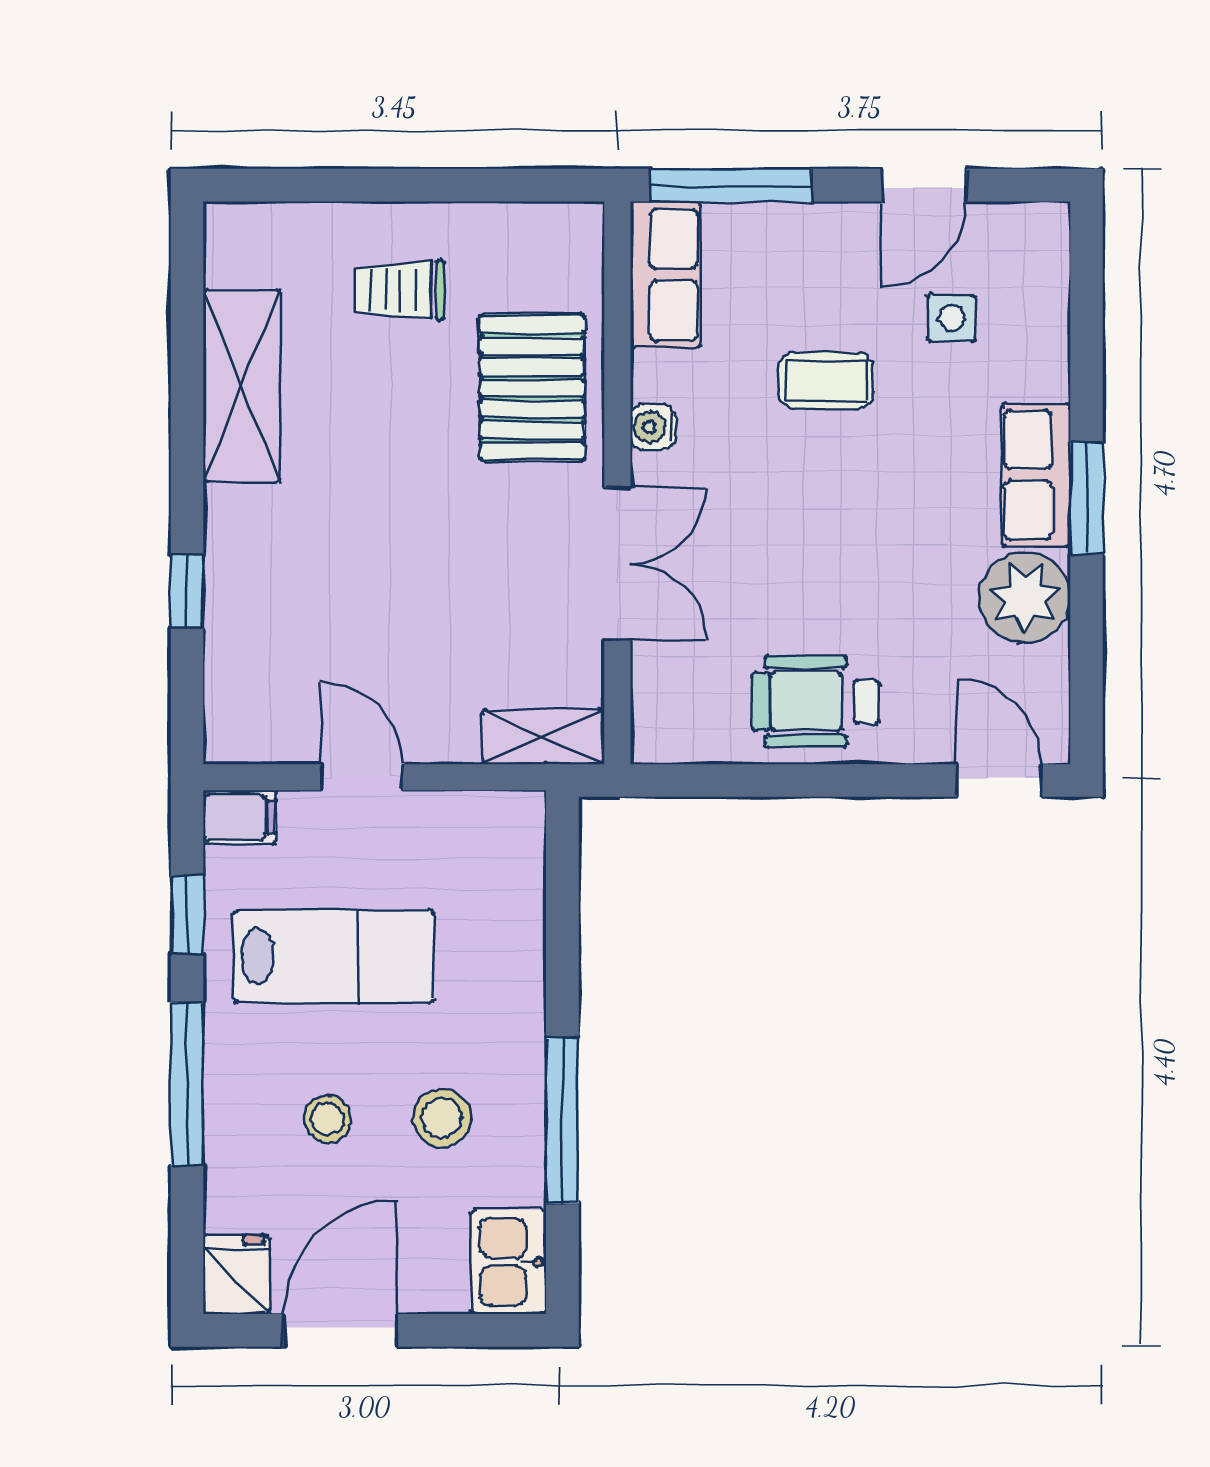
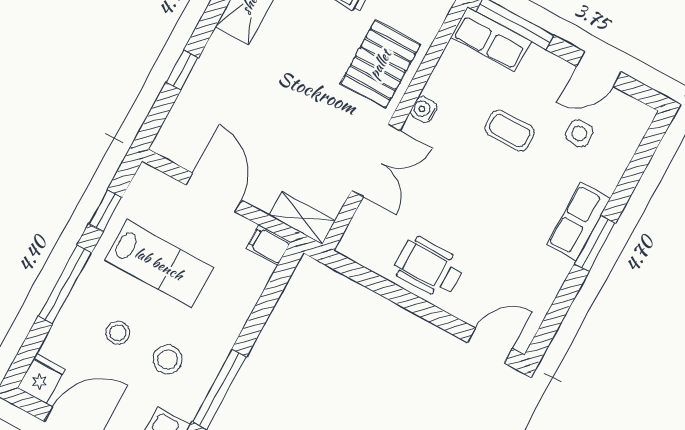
row of seats: (665, 275) -> (491, 39), moved, turned 90
plant: (1025, 597) -> (545, 272), removed
door: (362, 777) -> (214, 193), width x1.38
door: (999, 780) -> (490, 345), hinge flipped
filing cabinet: (240, 817) -> (269, 245), moved, turned 180

